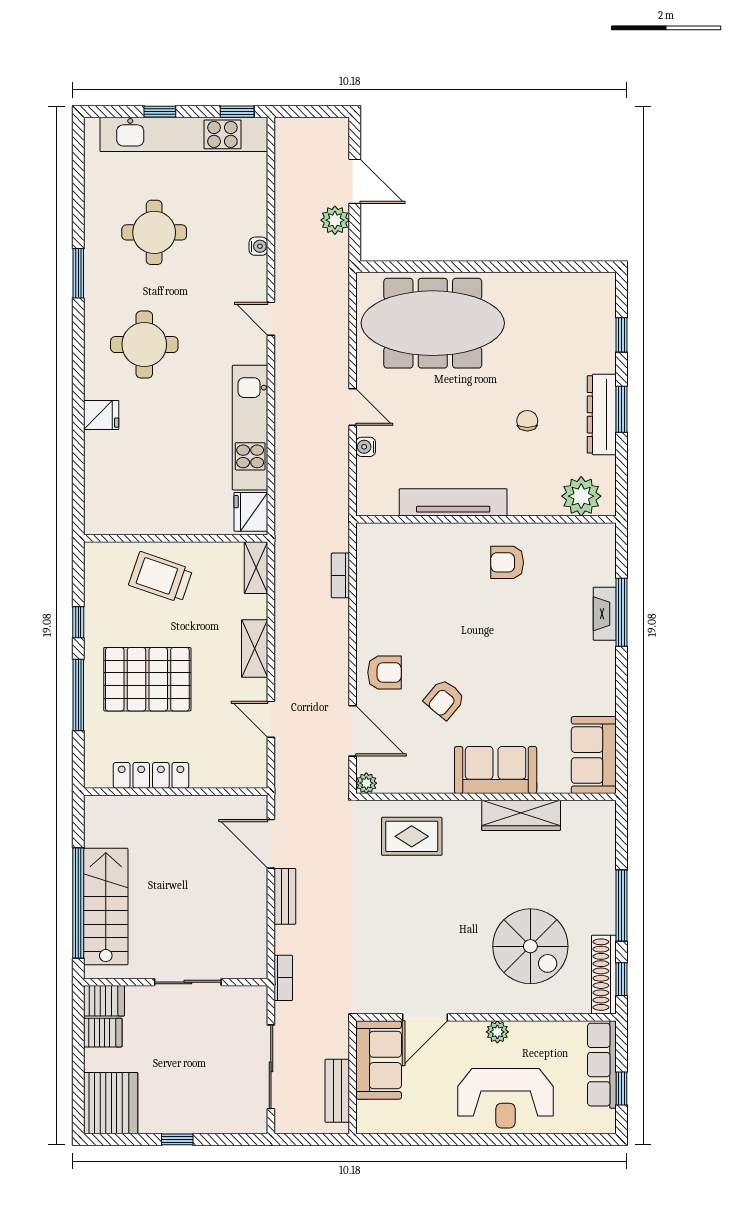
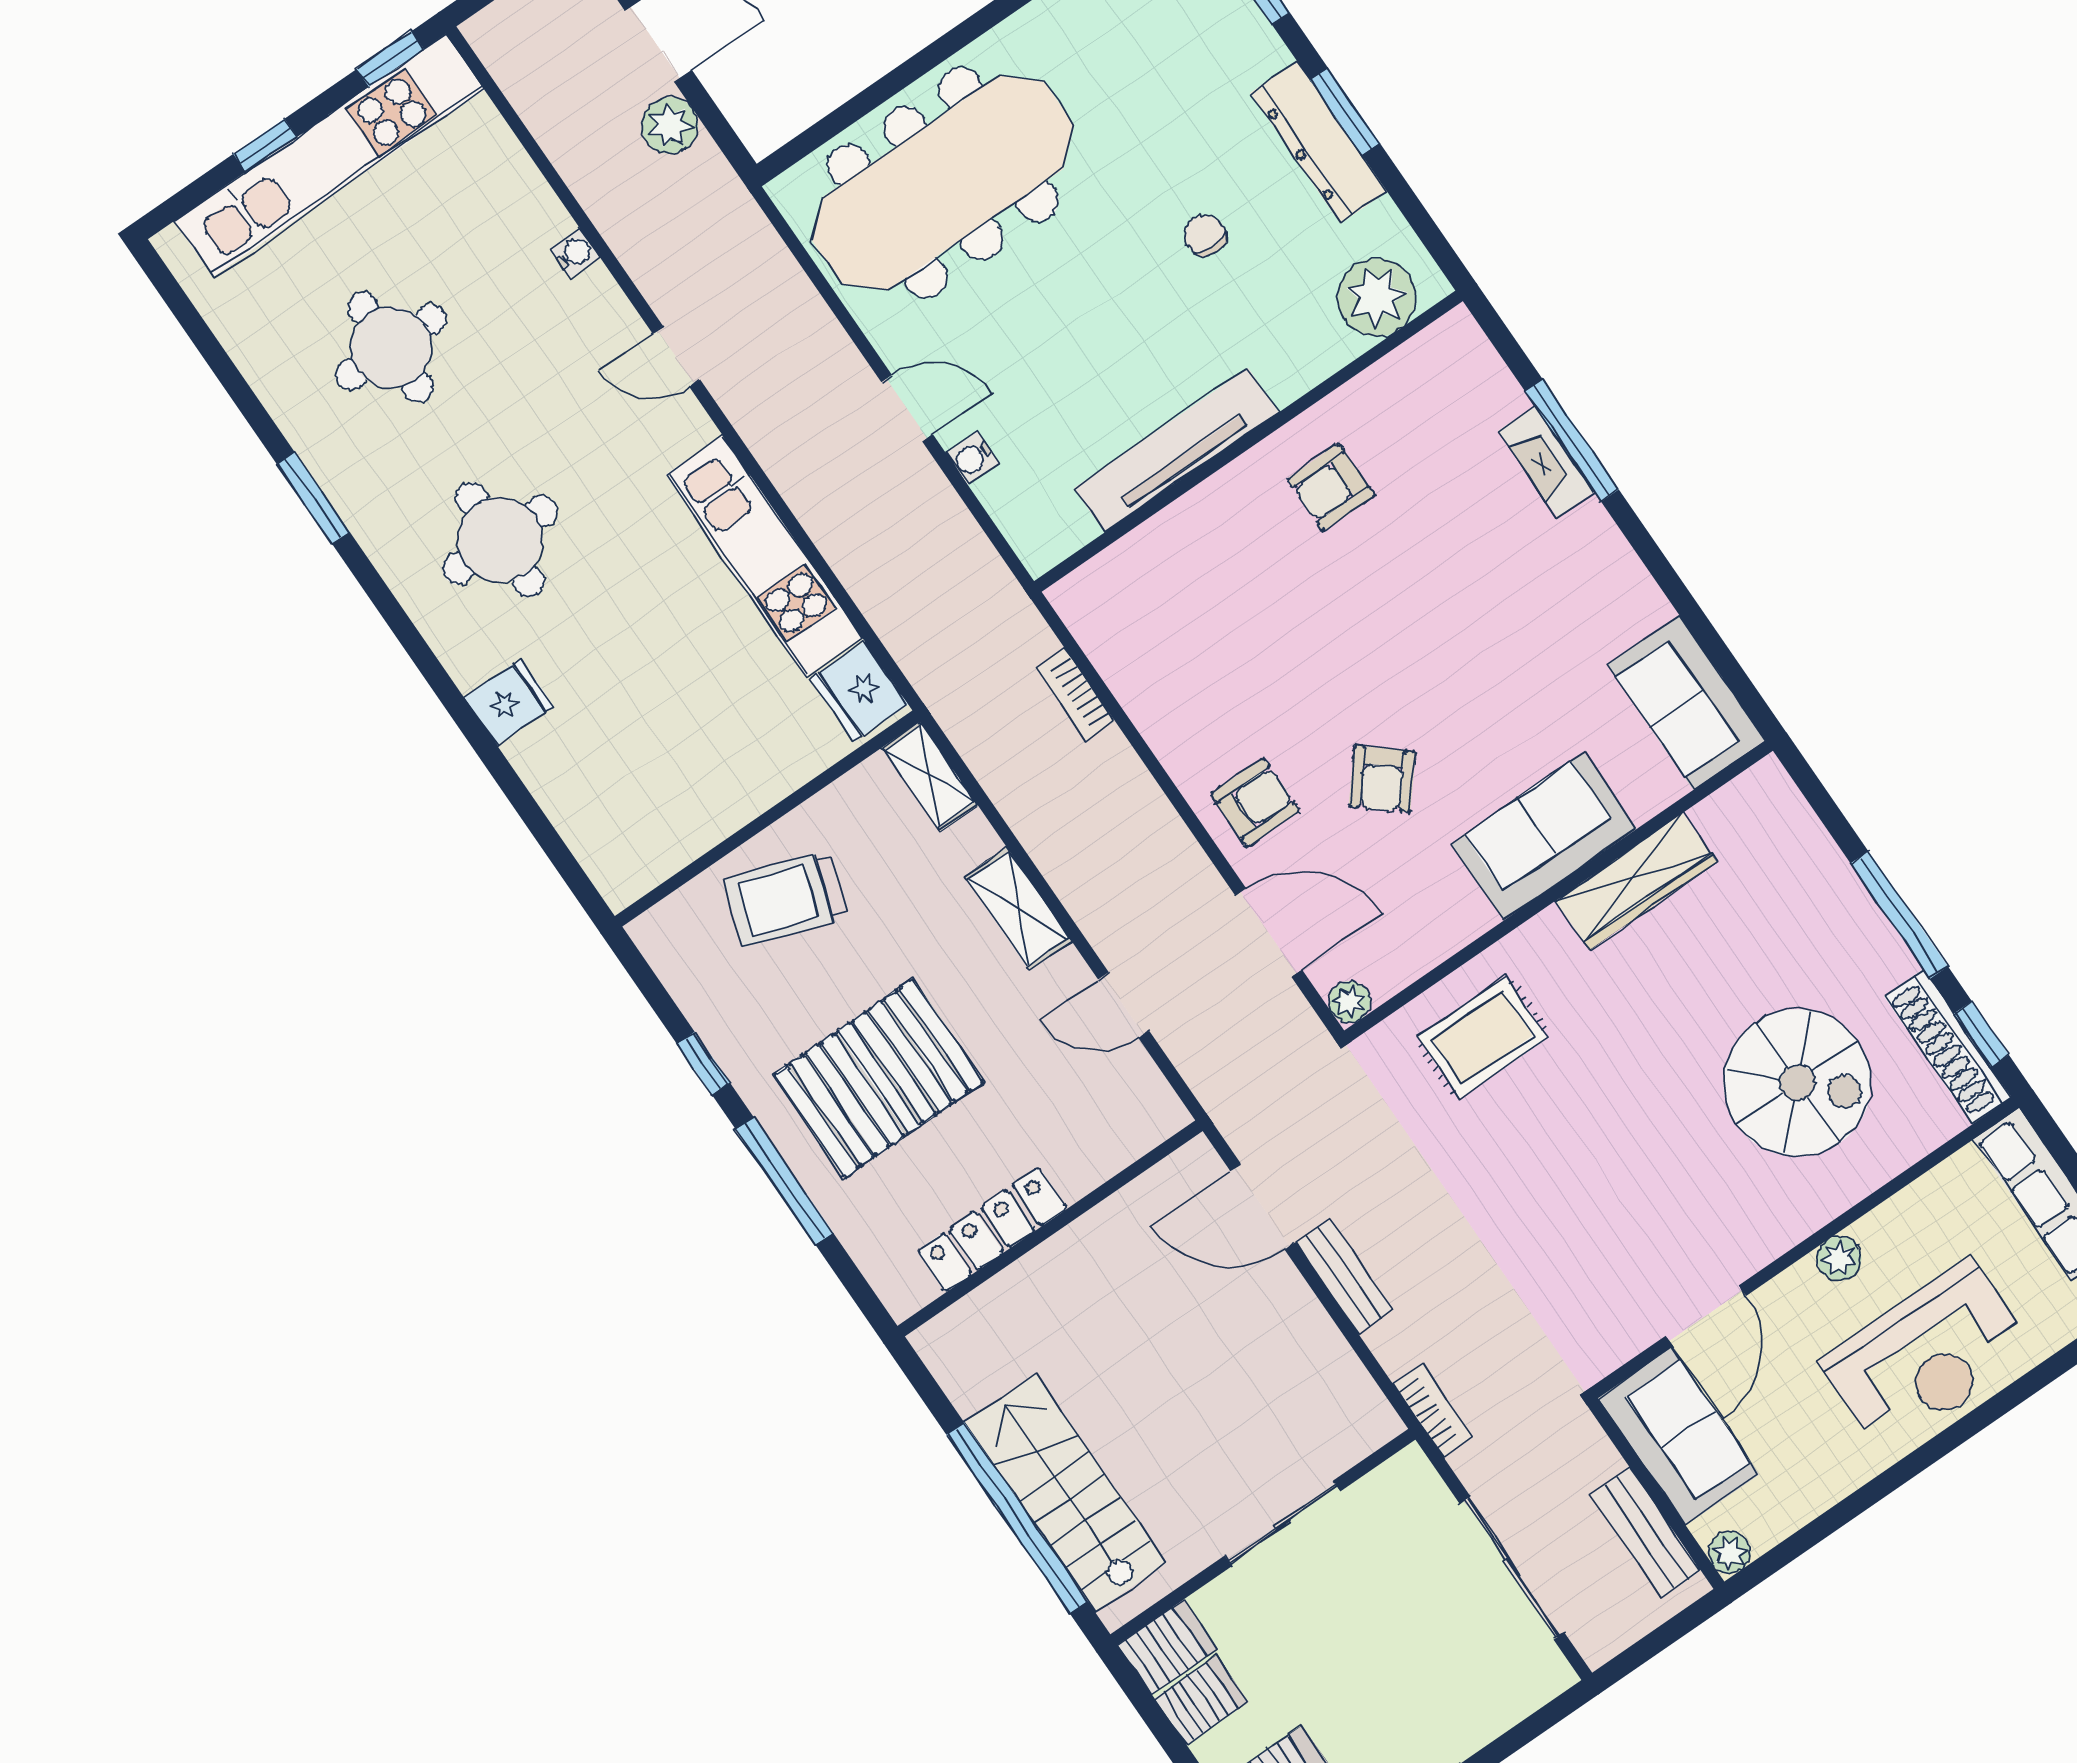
plant: (366, 1123) -> (1730, 1553), added

